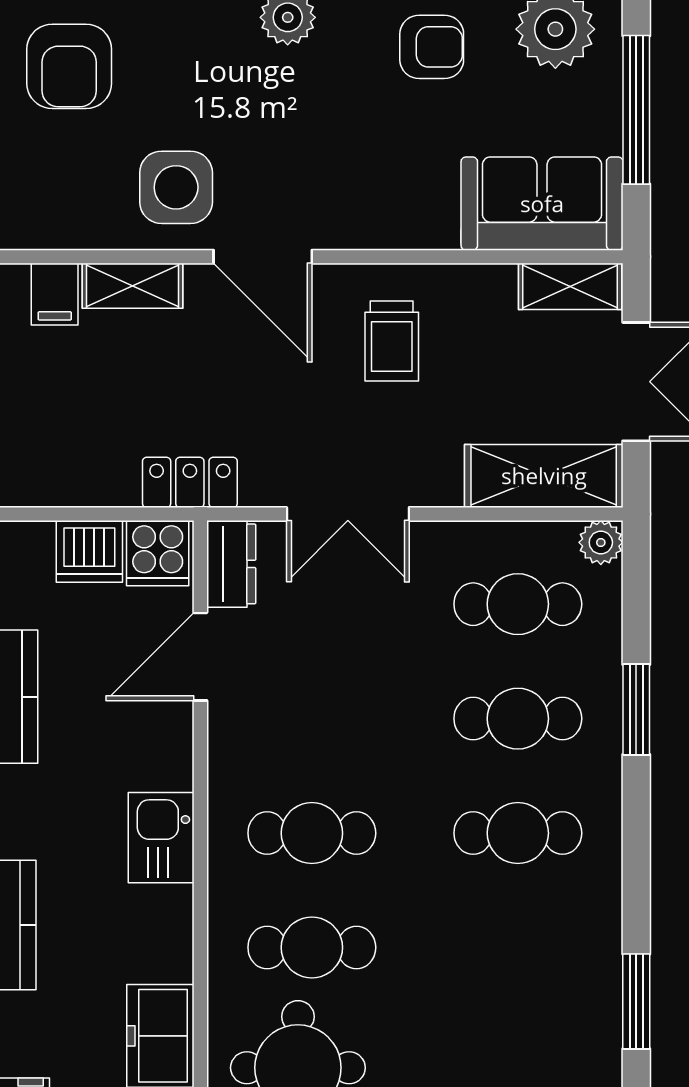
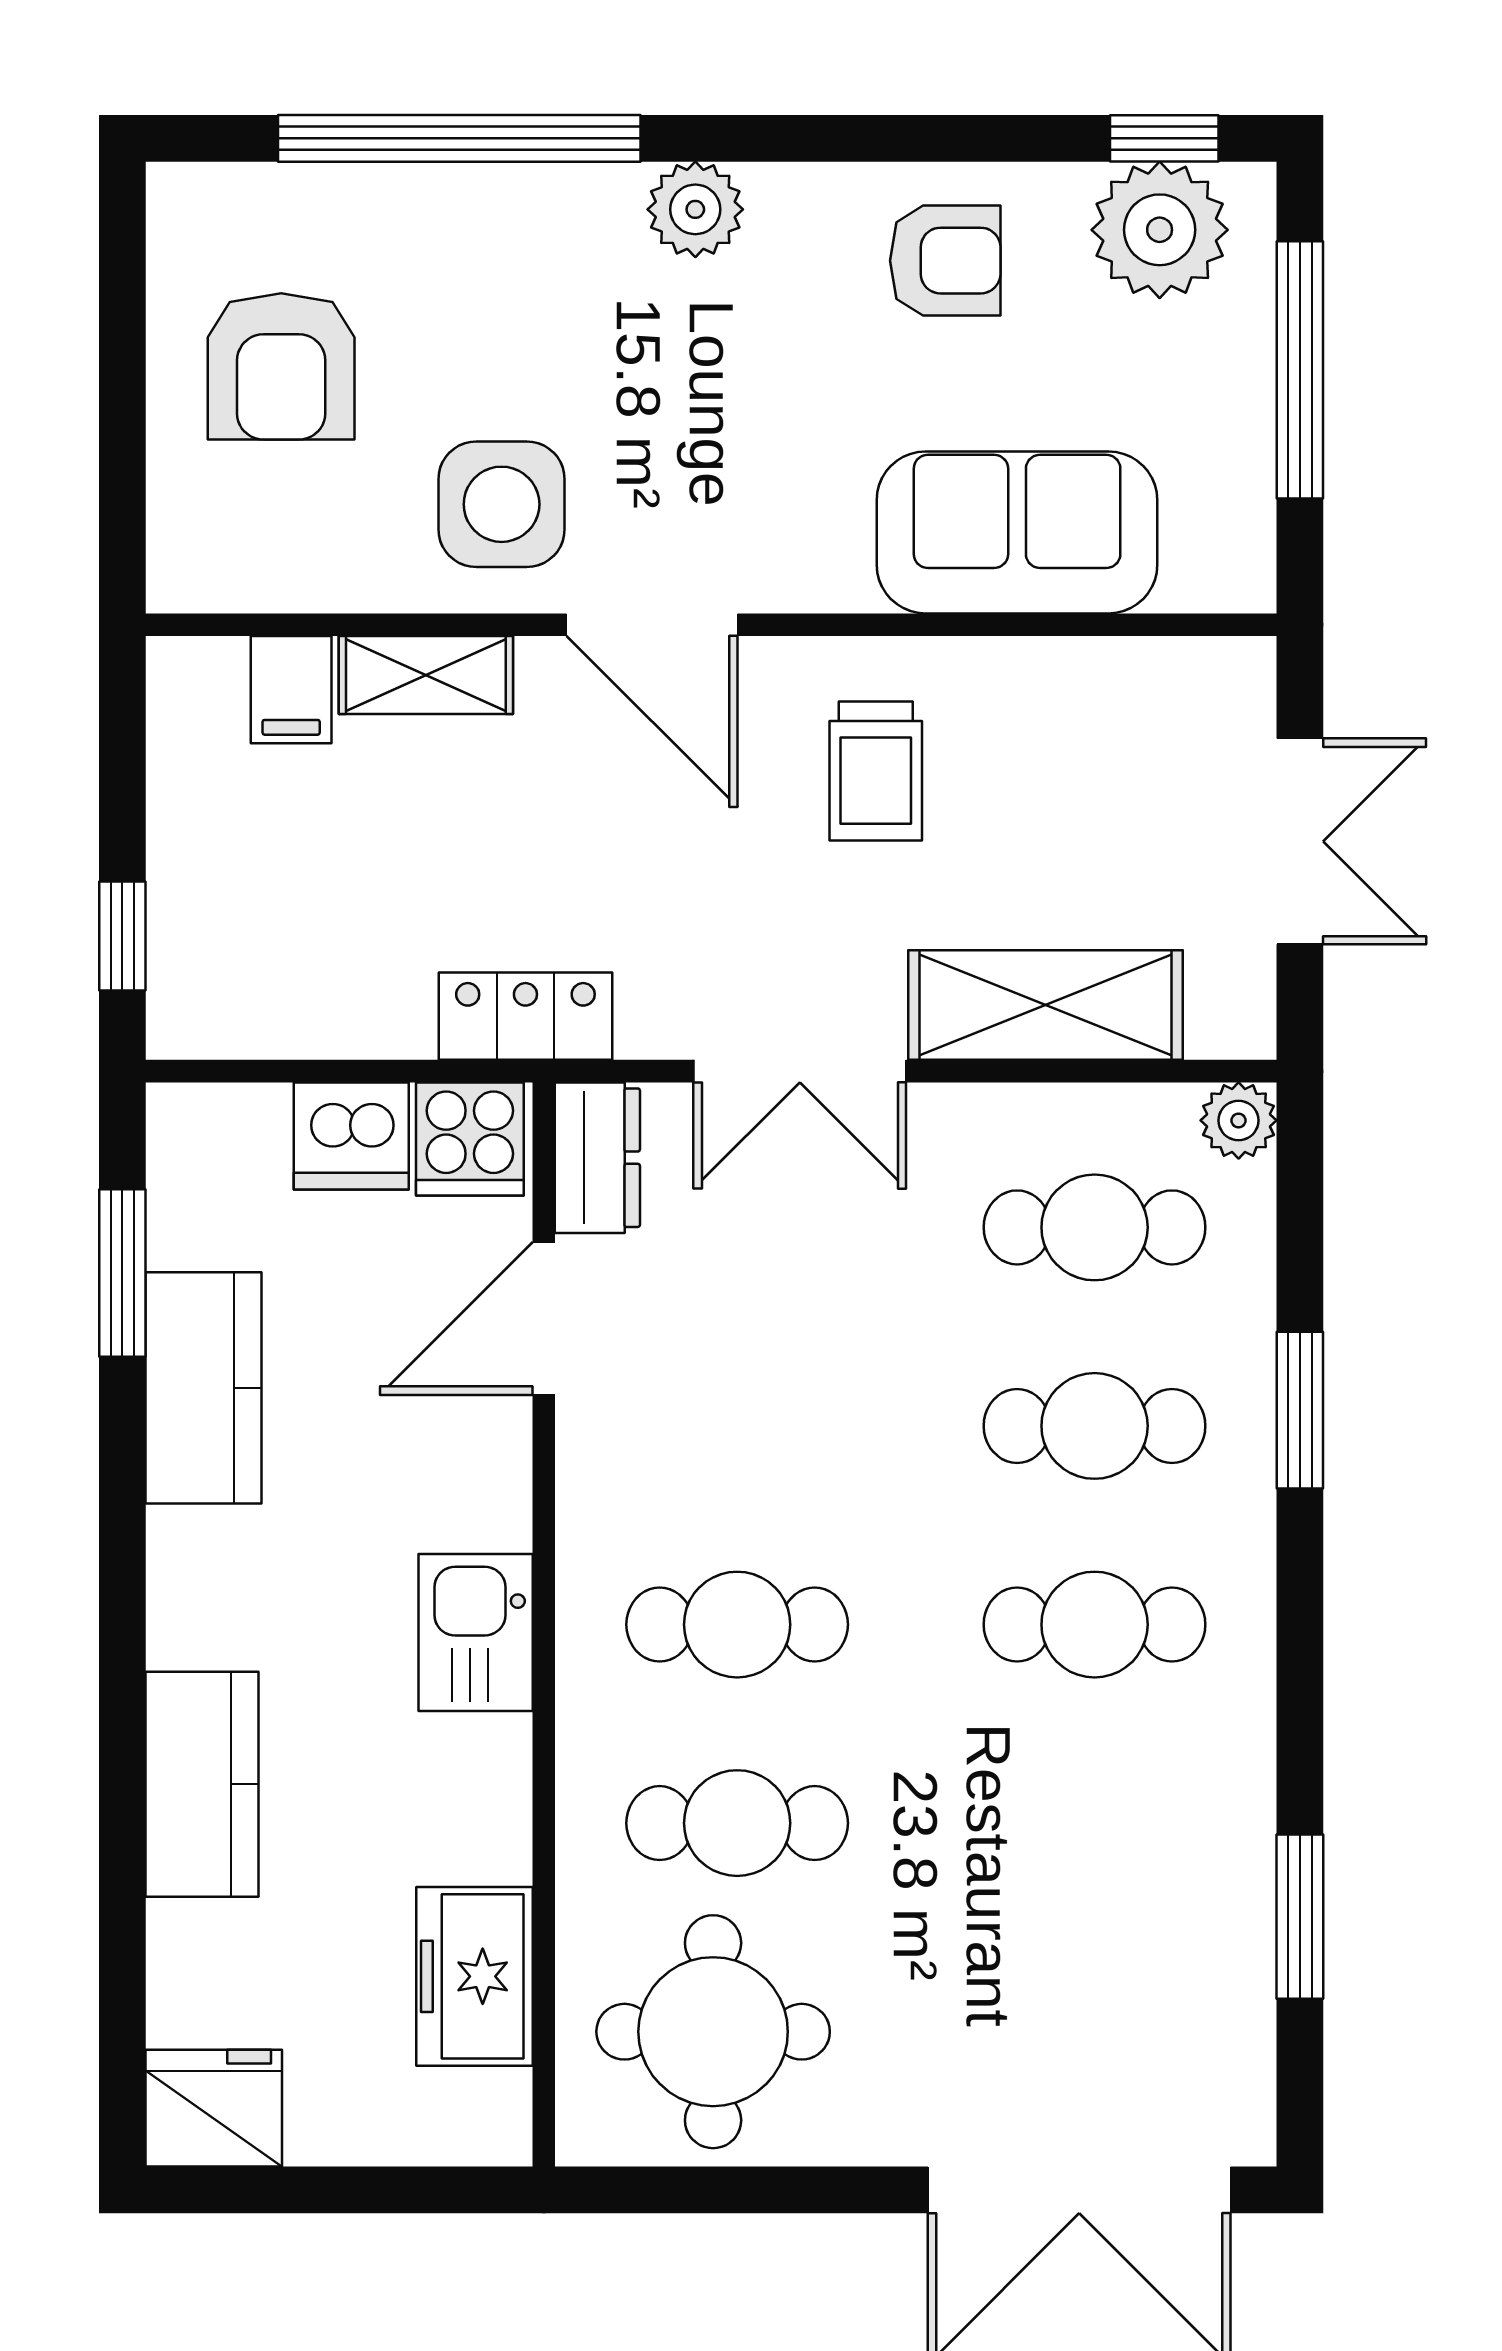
armchair: (69, 66) -> (281, 366), moved
sofa: (542, 204) -> (1017, 532), moved
shelving: (570, 286) -> (1185, 676), removed
shelving: (544, 476) -> (1046, 1005), moved

